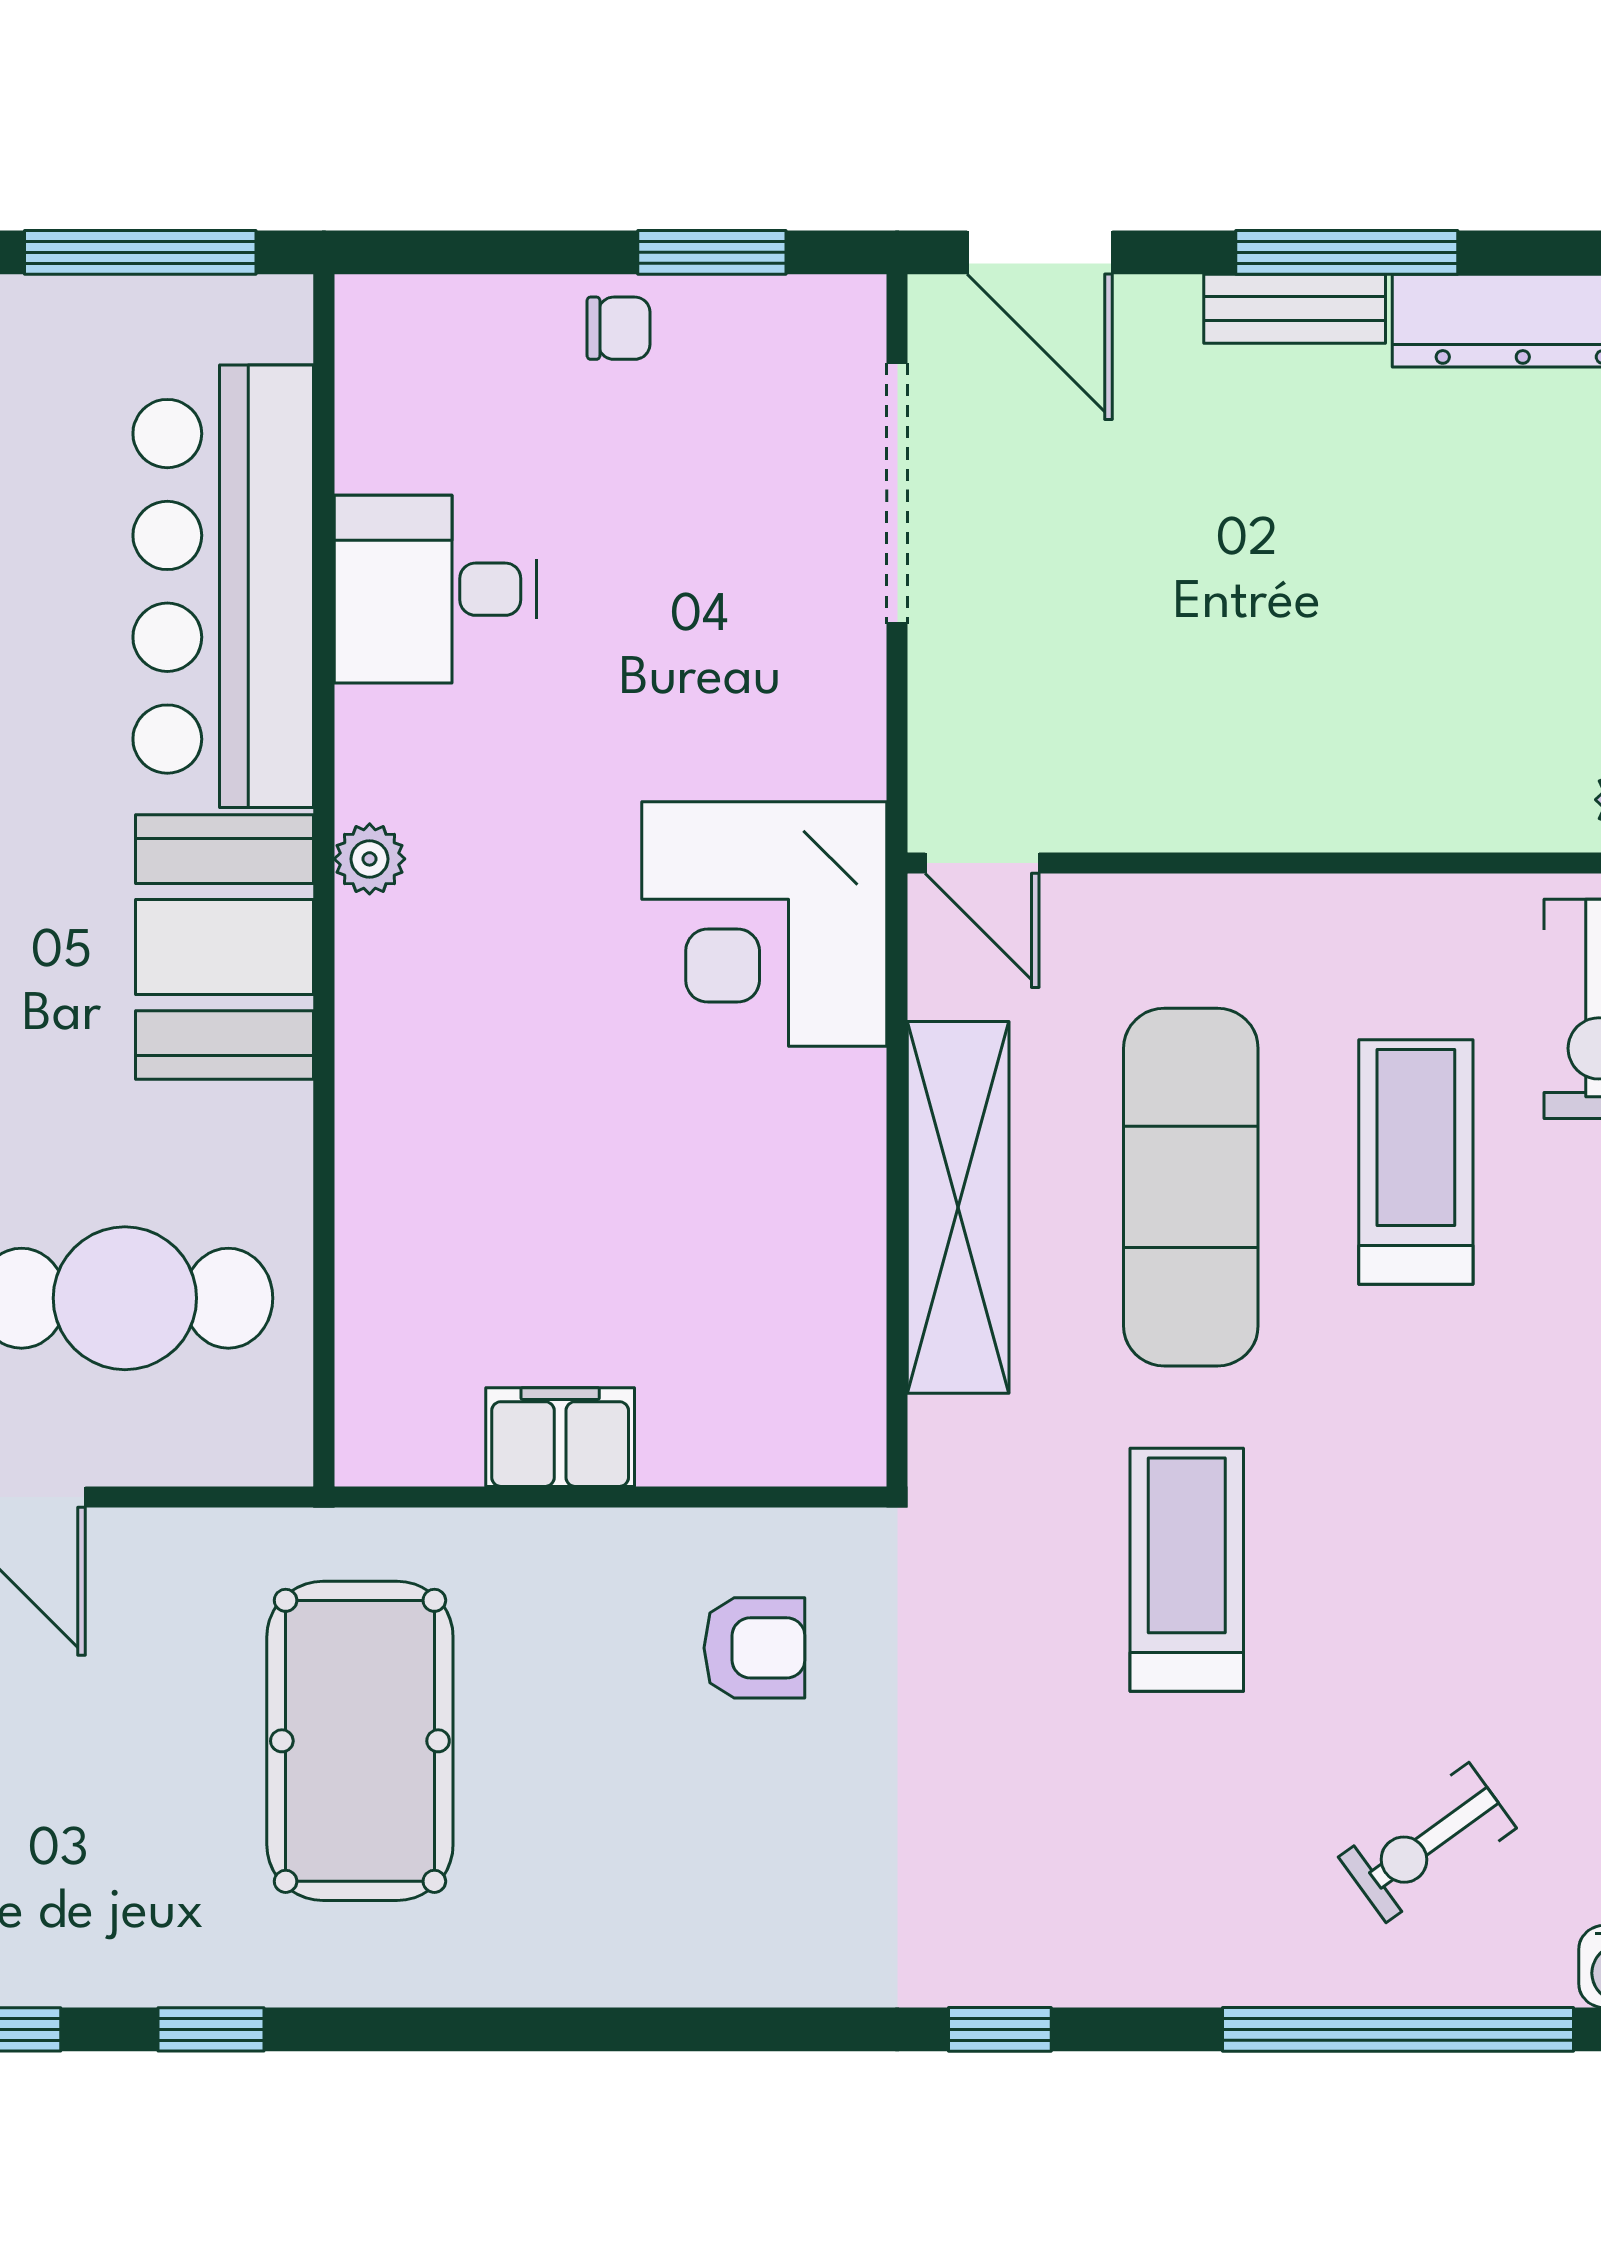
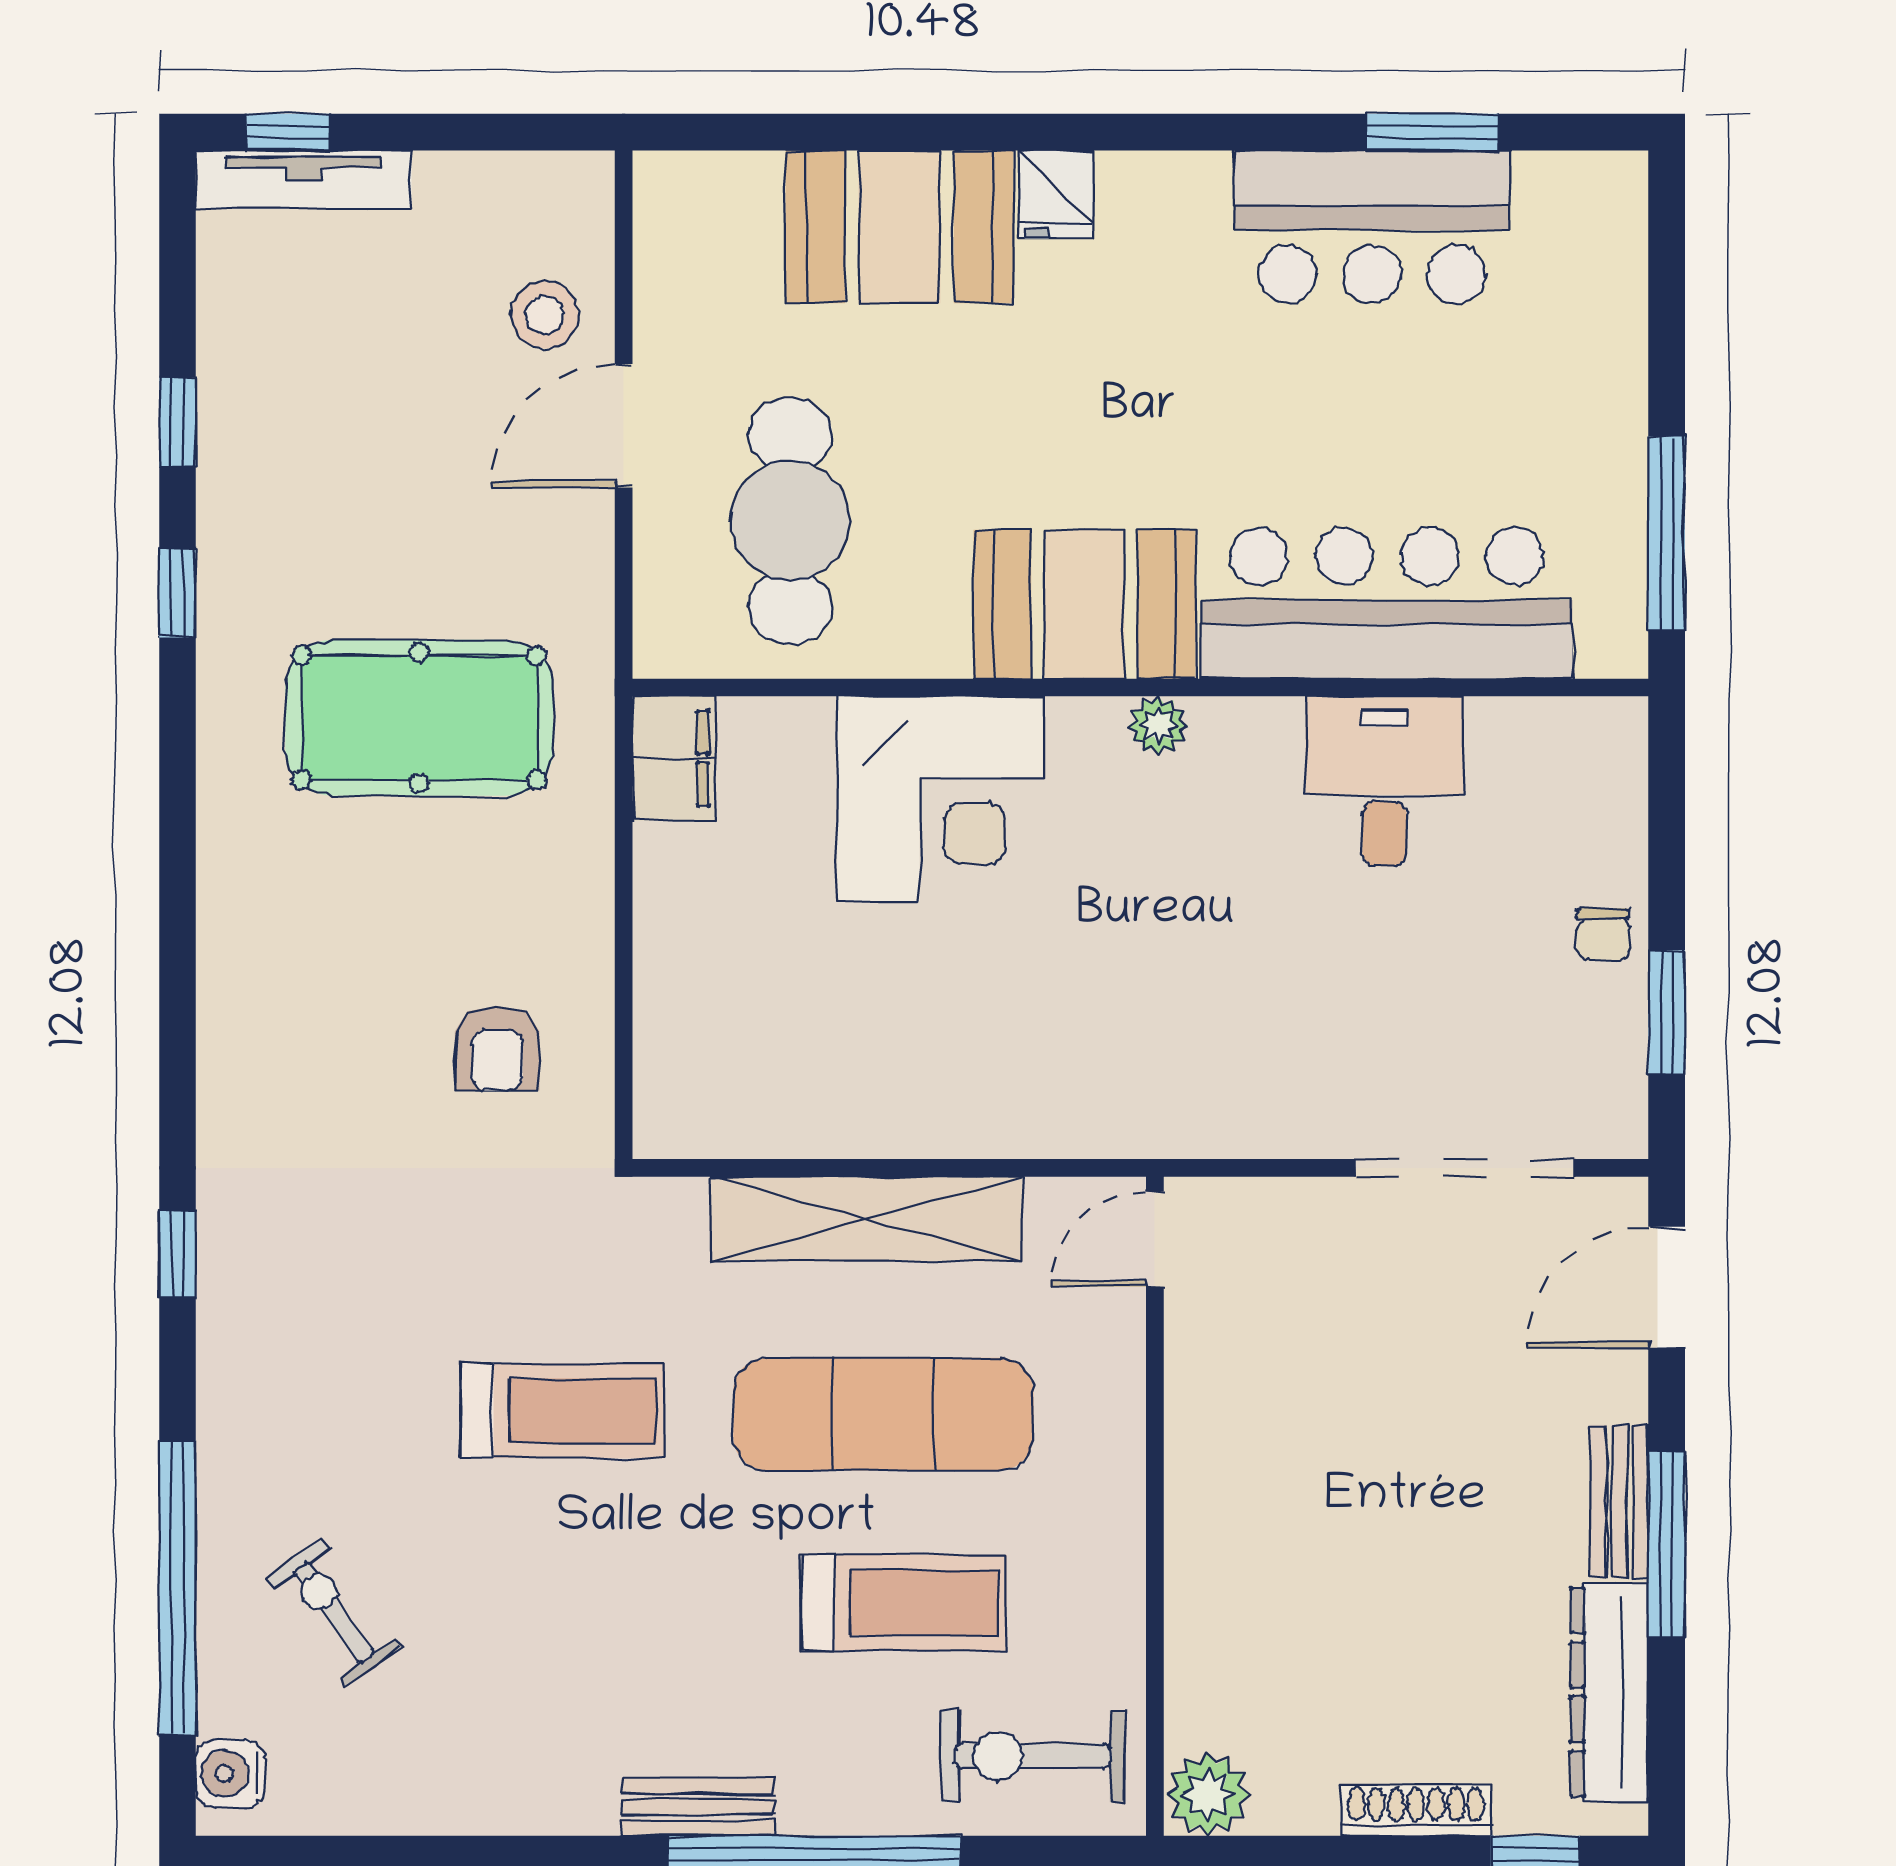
corner desk: (764, 924) -> (940, 799), moved, turned 180
filing cabinet: (560, 1437) -> (674, 758), moved

